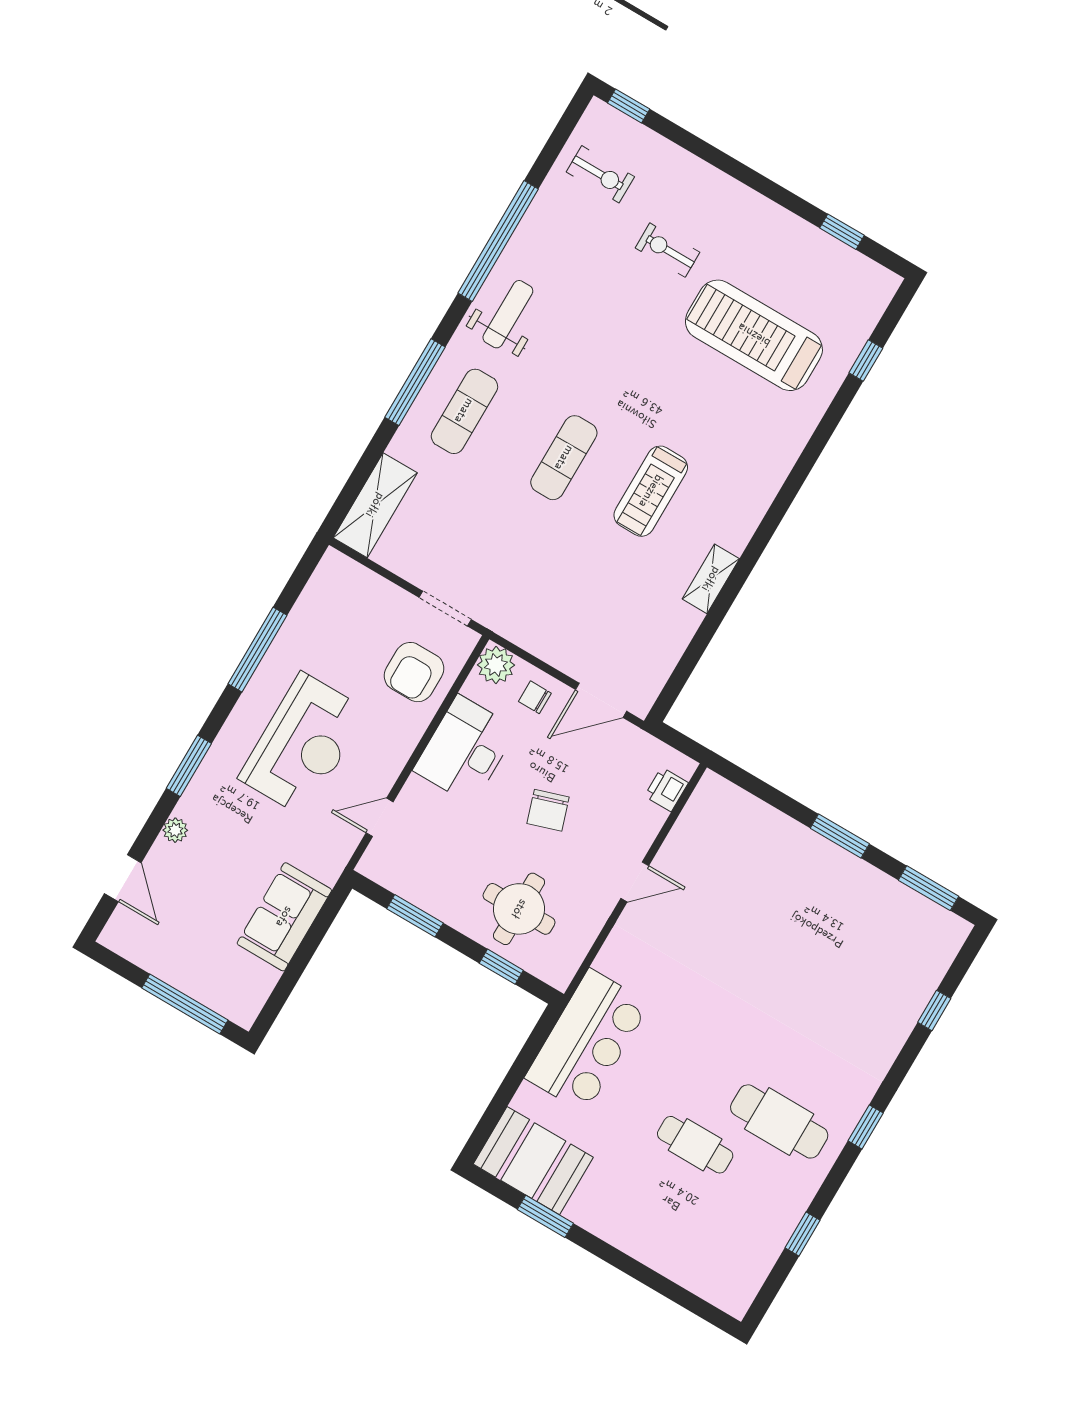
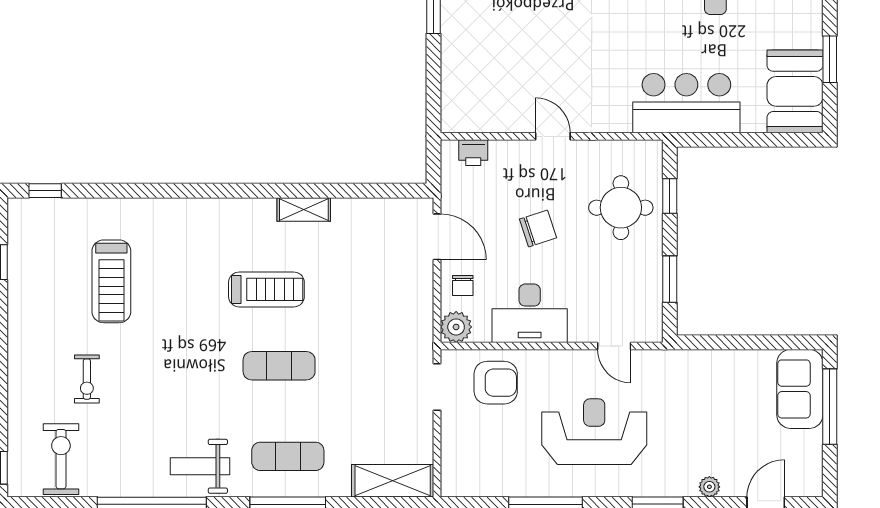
exercise bike: (600, 174) -> (61, 459), width x1.38, depth x1.39
treadmill: (754, 335) -> (111, 281), width x0.73, depth x0.73
window: (866, 361) -> (45, 191), moved
sofa: (284, 917) -> (800, 389), moved, turned 90

